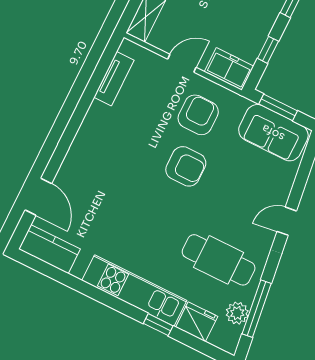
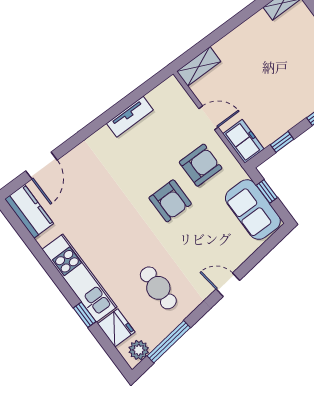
tv unit: (114, 79) -> (130, 117), moved
window: (278, 107) -> (267, 191), width x0.67
cafe table: (219, 260) -> (158, 288), width x0.73, depth x0.74
plant: (237, 313) -> (139, 350), moved

